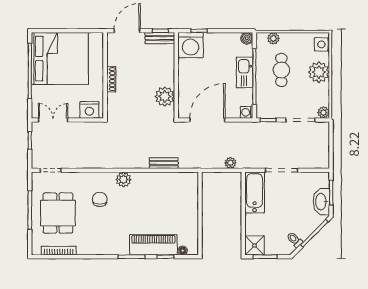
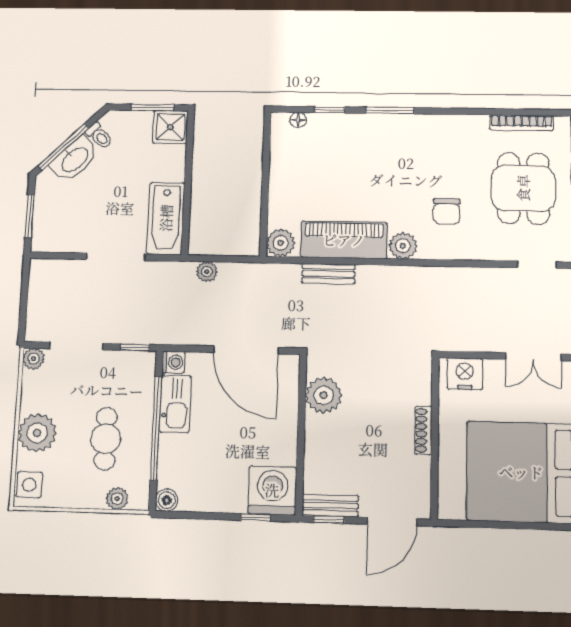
kitchen sink: (245, 72) -> (175, 404), moved
door: (207, 120) -> (246, 350), hinge flipped
plant: (190, 180) -> (281, 243), added
washbasin: (321, 202) -> (74, 159), moved, turned 45
piano: (153, 245) -> (344, 240), moved, turned 180

